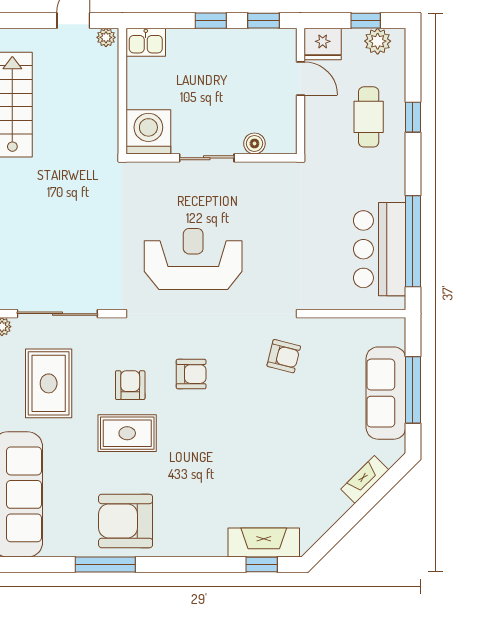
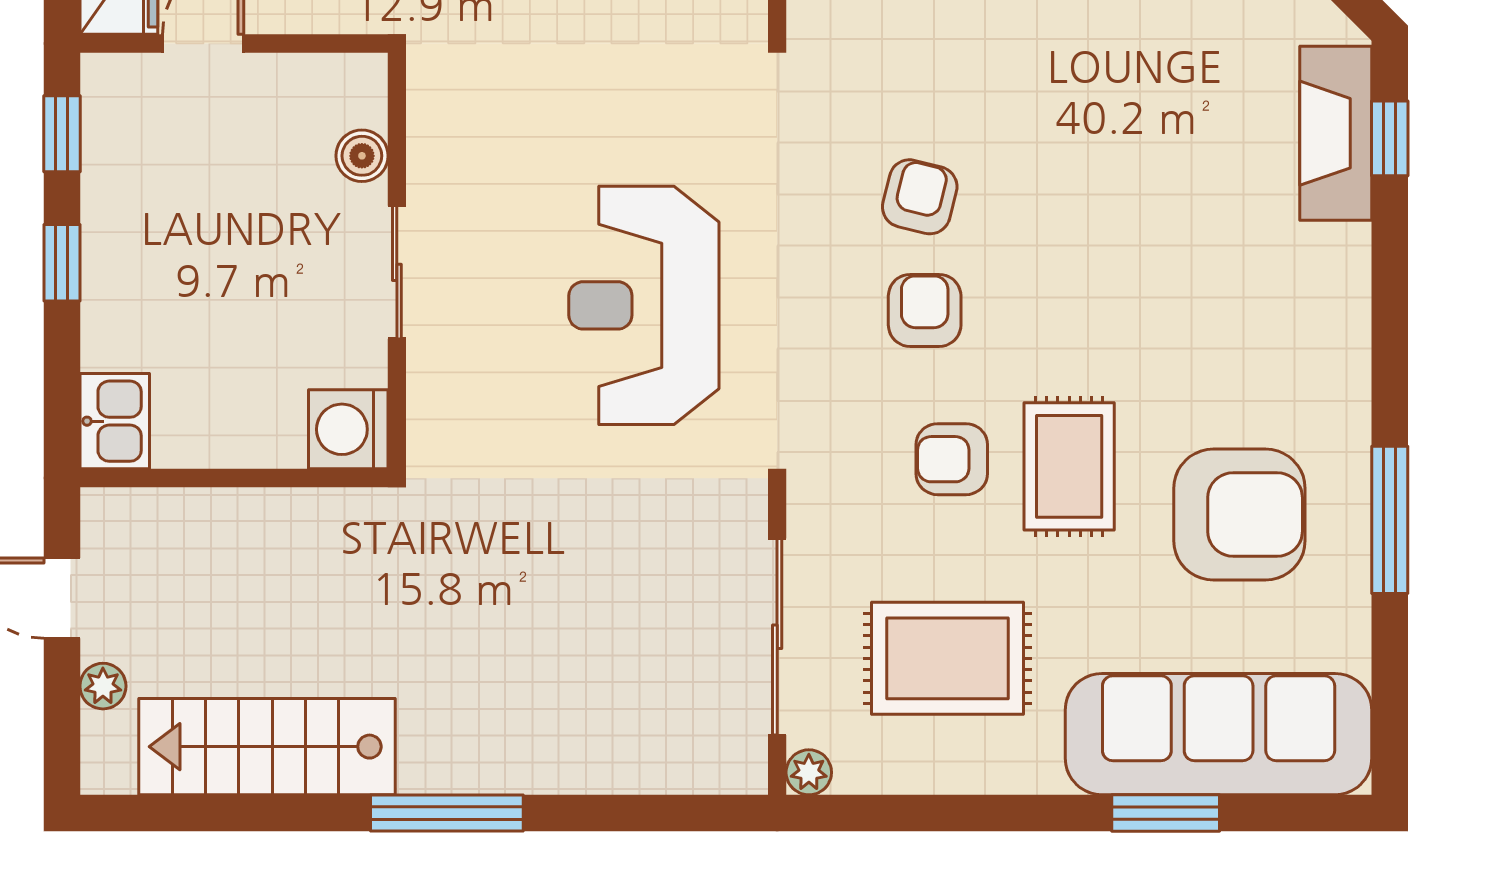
plant: (106, 37) -> (103, 686), moved
washing machine: (148, 132) -> (348, 429), width x0.73, depth x0.73
armchair: (284, 356) -> (920, 197), moved
armchair: (126, 521) -> (1239, 515), moved, turned -90

